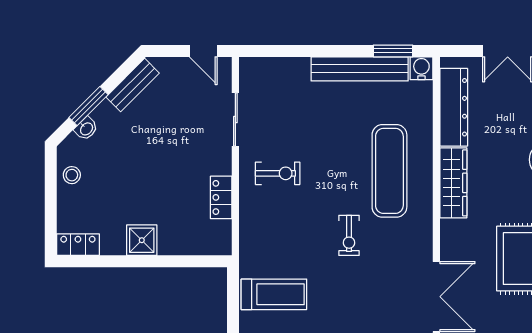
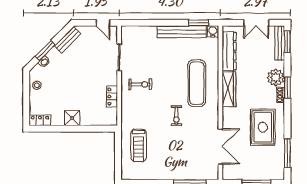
treadmill: (274, 294) -> (139, 145), turned 90

